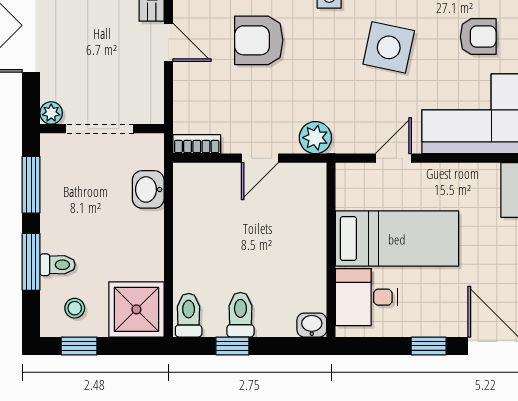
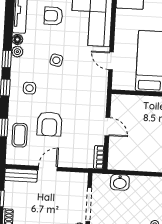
armchair: (478, 37) -> (53, 16), turned -90
side table: (389, 47) -> (56, 60), width x0.54, depth x0.54
plant: (315, 138) -> (99, 99), removed

